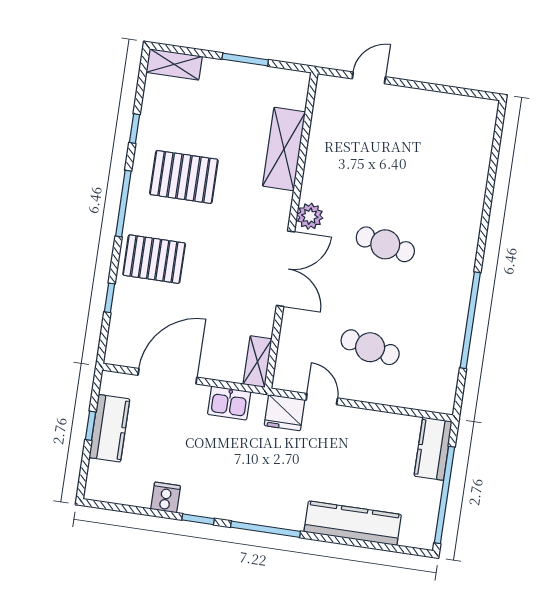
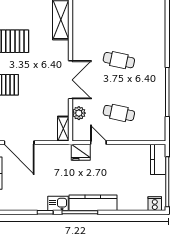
plant: (310, 216) -> (79, 113), moved
door: (167, 376) -> (19, 143), swing flipped
kitchen sink: (229, 403) -> (58, 203), moved, turned 180
cooker: (166, 497) -> (155, 204), moved
kitchen counter: (353, 523) -> (93, 203), moved

